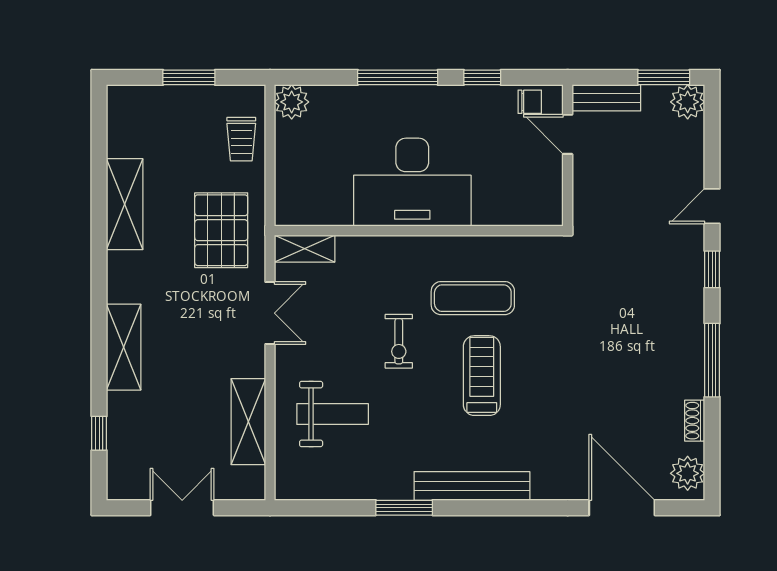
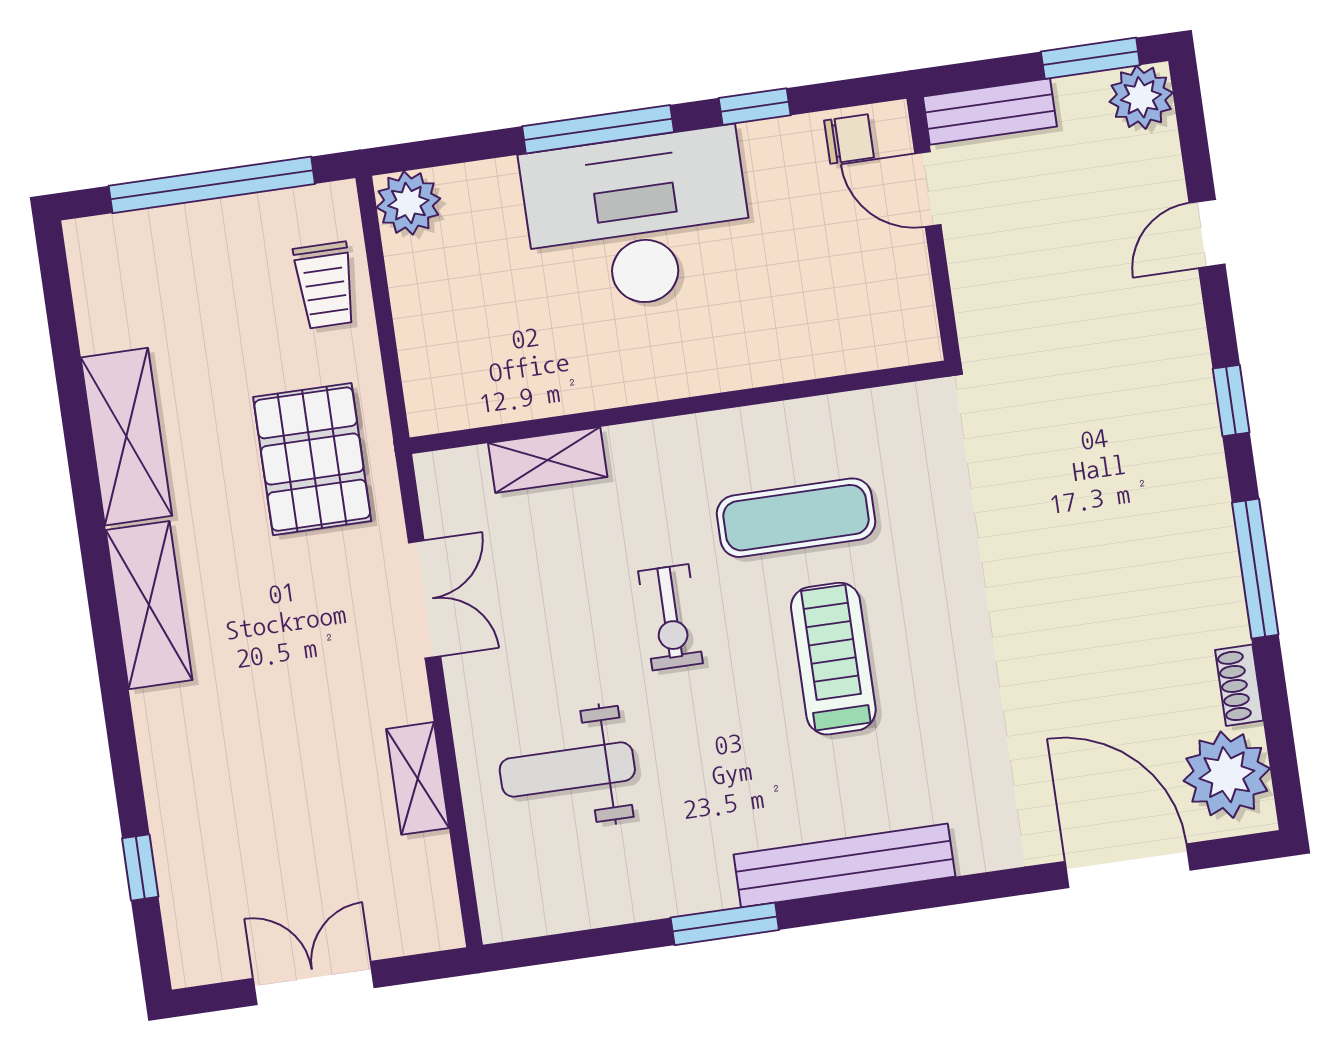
window: (189, 77) -> (212, 185), width x2.11
desk: (412, 182) -> (638, 220), moved, turned 180
door: (712, 206) -> (1207, 234), moved
shelving: (305, 249) -> (548, 460), moved
shelving: (124, 347) -> (149, 605), moved
weight bench: (333, 414) -> (567, 770), turned 180
shelving: (248, 422) -> (418, 778), width x0.67, depth x0.75
plant: (688, 473) -> (1227, 775), width x1.36, depth x1.36

